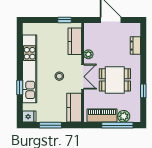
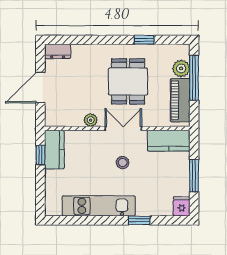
kitchen counter: (75, 41) -> (54, 150), moved, turned -90
dresser: (135, 46) -> (58, 51), moved
kitchen unit: (30, 69) -> (99, 206), width x0.73

